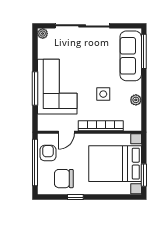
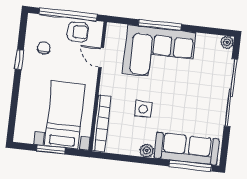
plant: (136, 100) -> (147, 150), moved
bookcase: (101, 126) -> (102, 123), moved
bed with nightstands: (115, 164) -> (65, 115), width x0.73
window: (144, 175) -> (51, 150), moved
chair: (64, 179) -> (44, 48), width x0.54, depth x0.54

